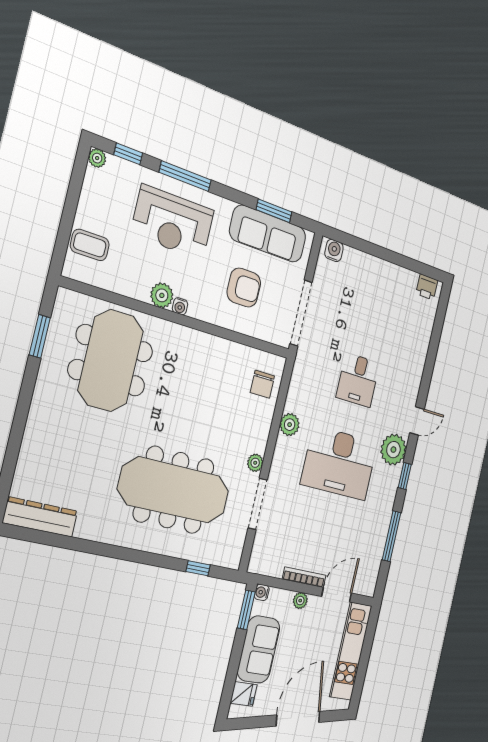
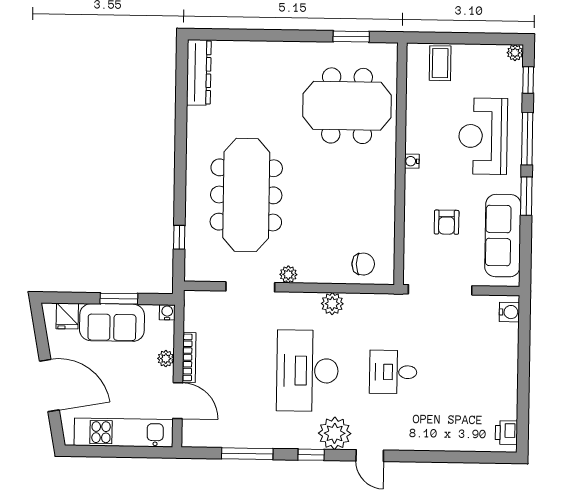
window: (274, 211) -> (526, 196), moved
armchair: (244, 288) -> (447, 222), width x0.72, depth x0.72
plant: (162, 295) -> (416, 141), removed
chair: (262, 384) -> (363, 264), turned 180
window: (246, 610) -> (119, 299), moved

